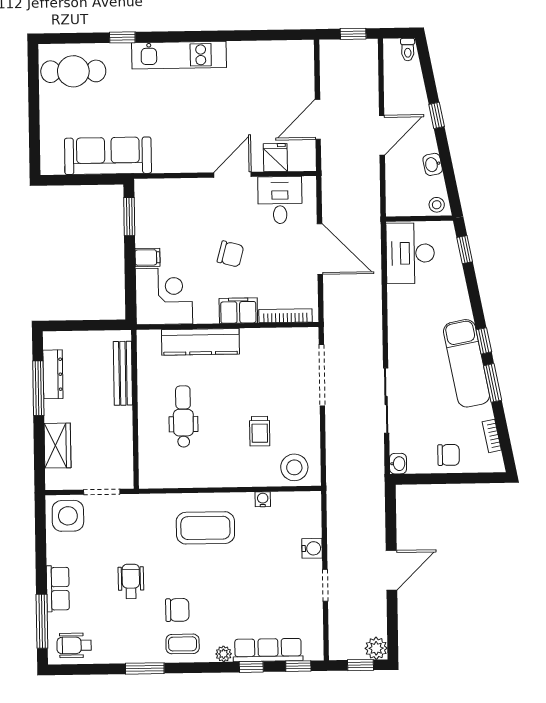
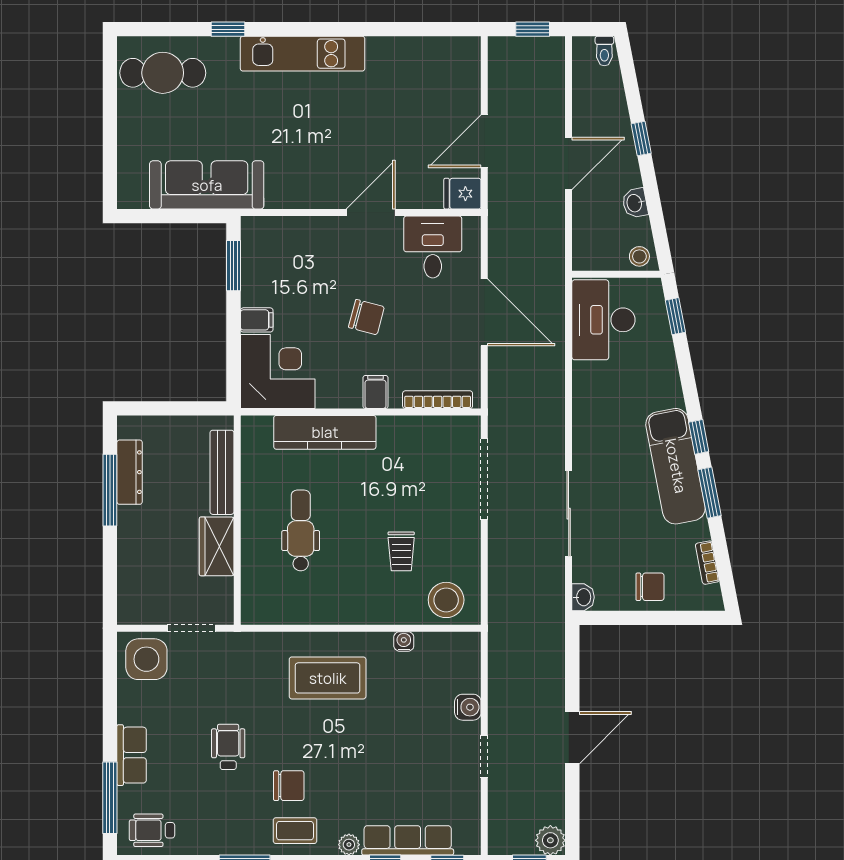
fridge: (275, 157) -> (462, 194), moved, turned -90
filing cabinet: (238, 311) -> (376, 392), width x0.50
wardrobe: (57, 446) -> (217, 546), moved, turned 180

